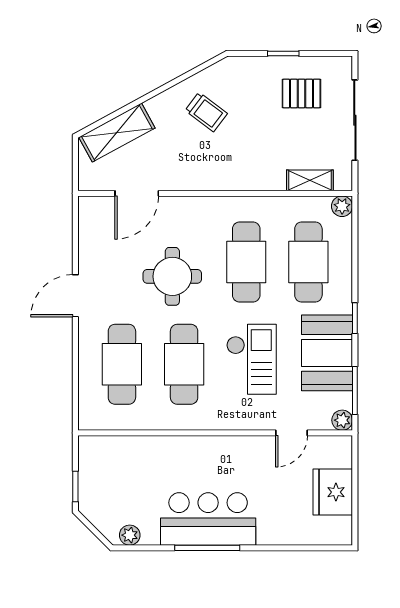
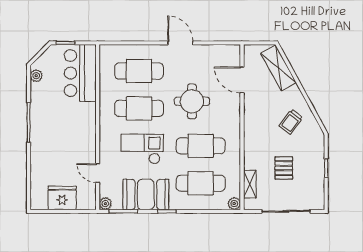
pallet: (301, 93) -> (284, 168), moved
checkout: (251, 359) -> (142, 149), turned 180
bar counter: (208, 519) -> (80, 73), moved, turned 180

